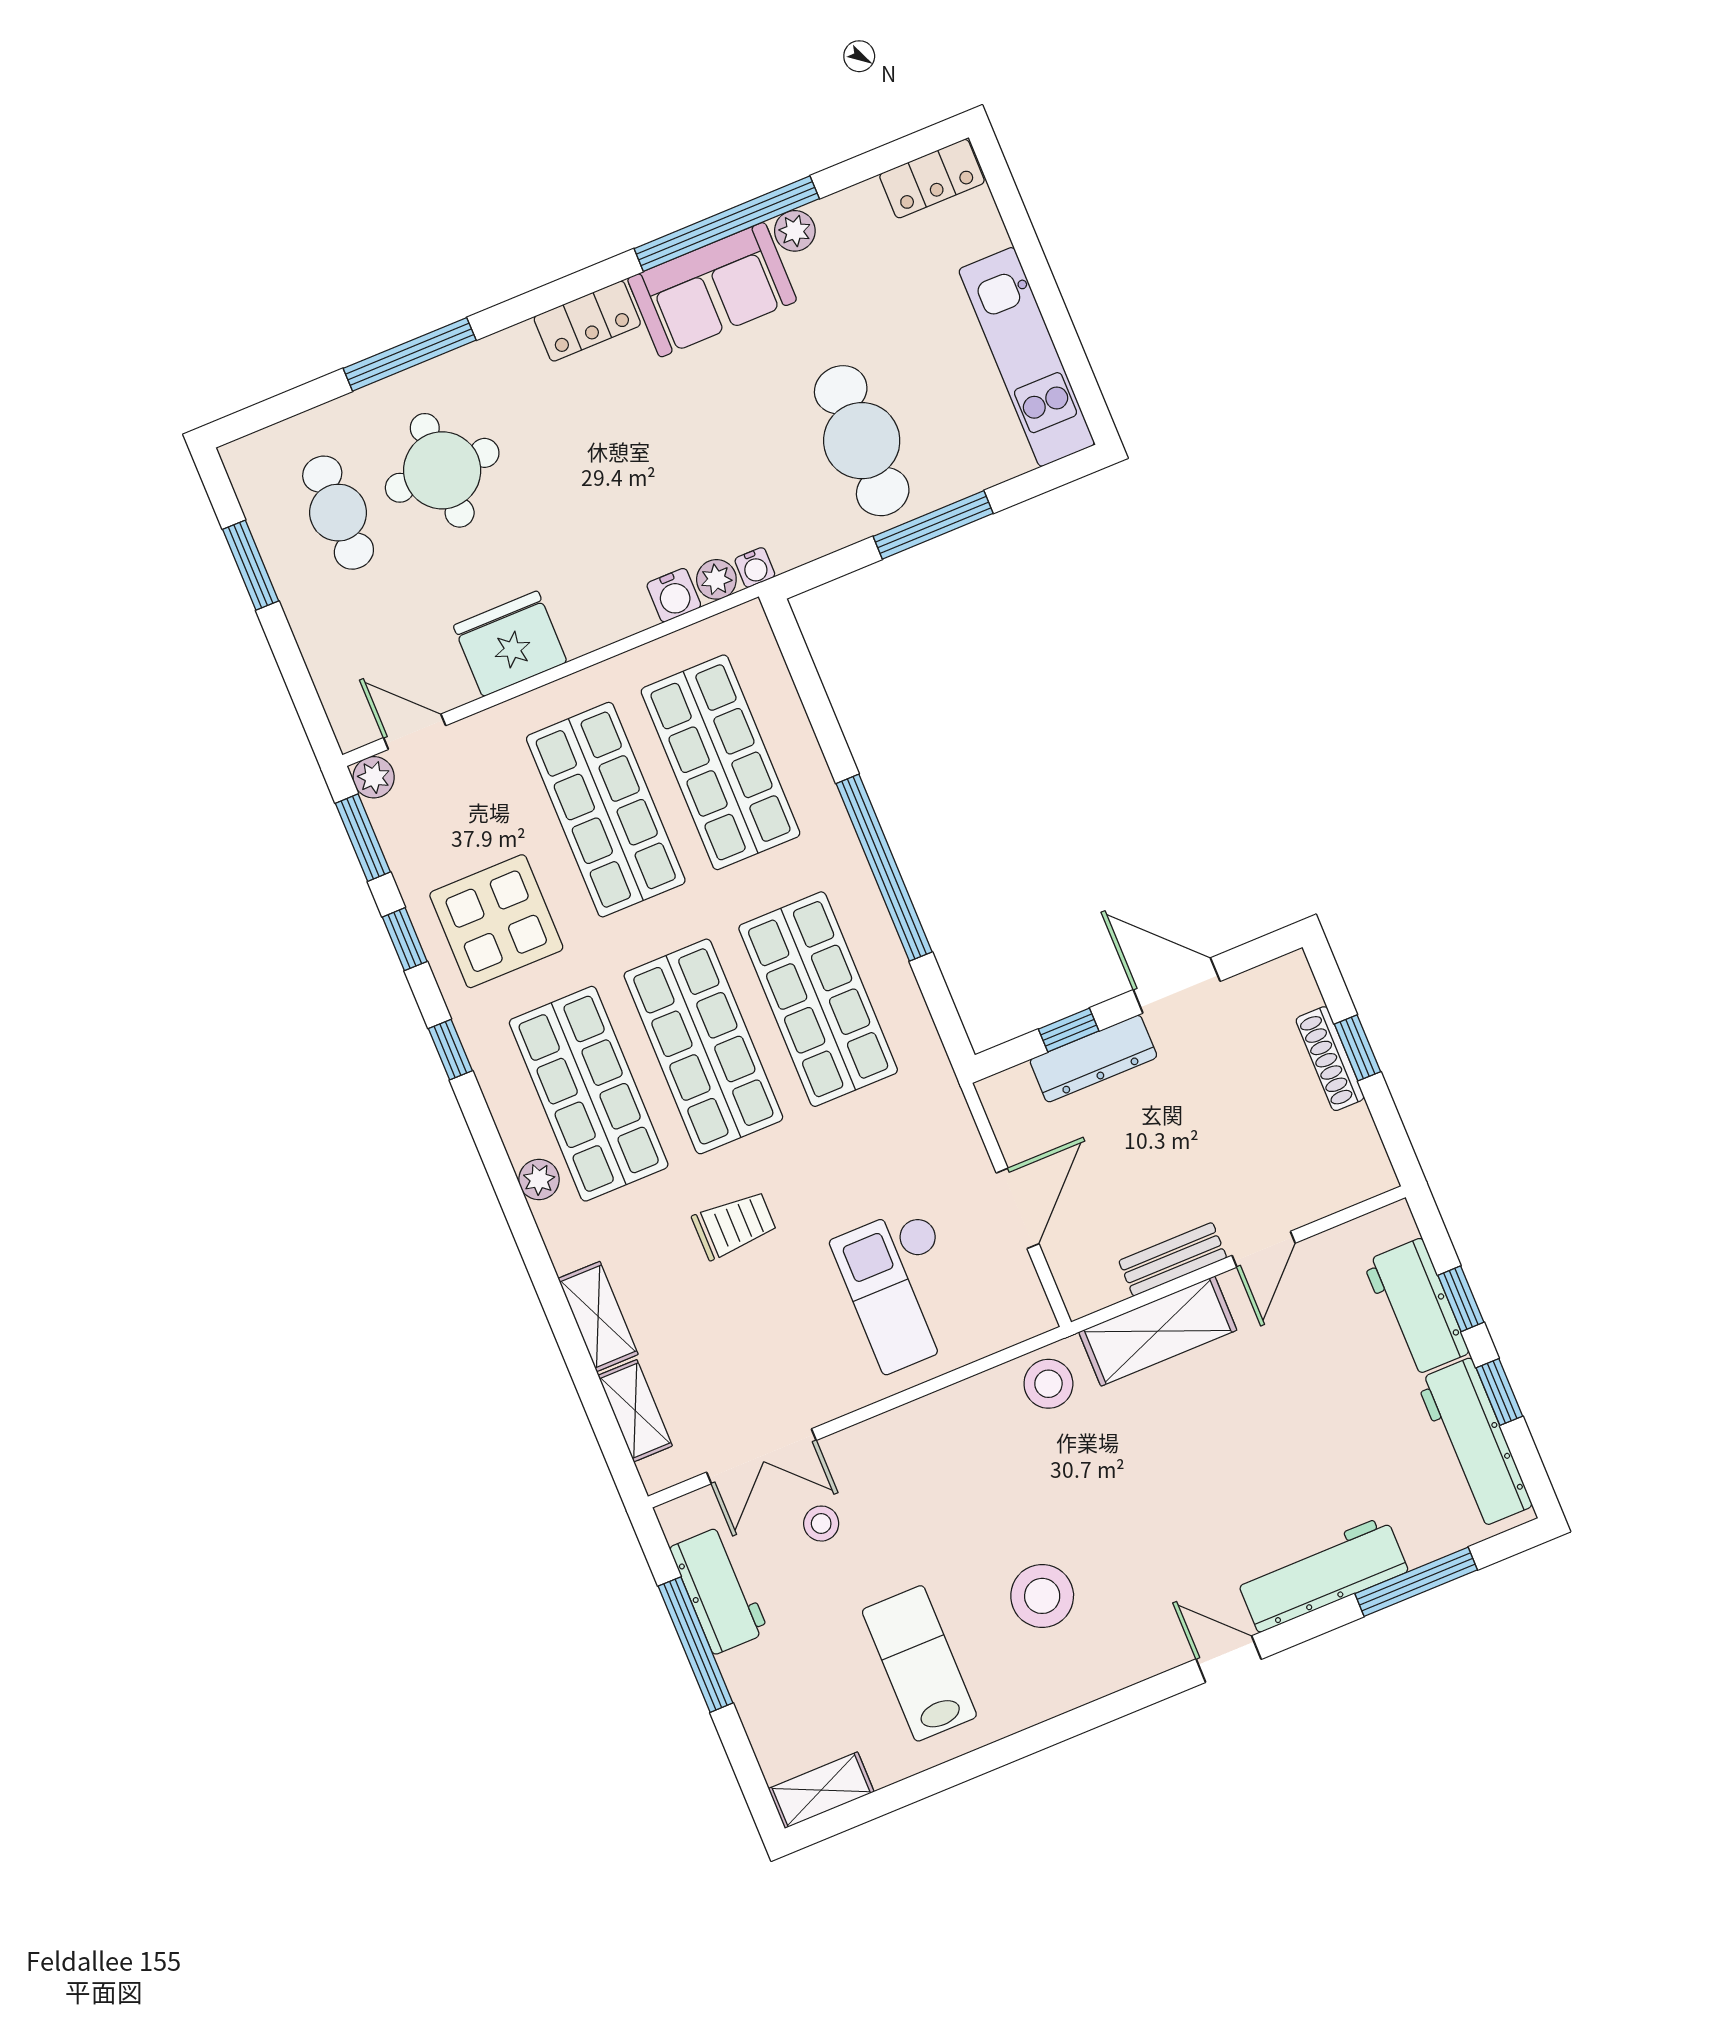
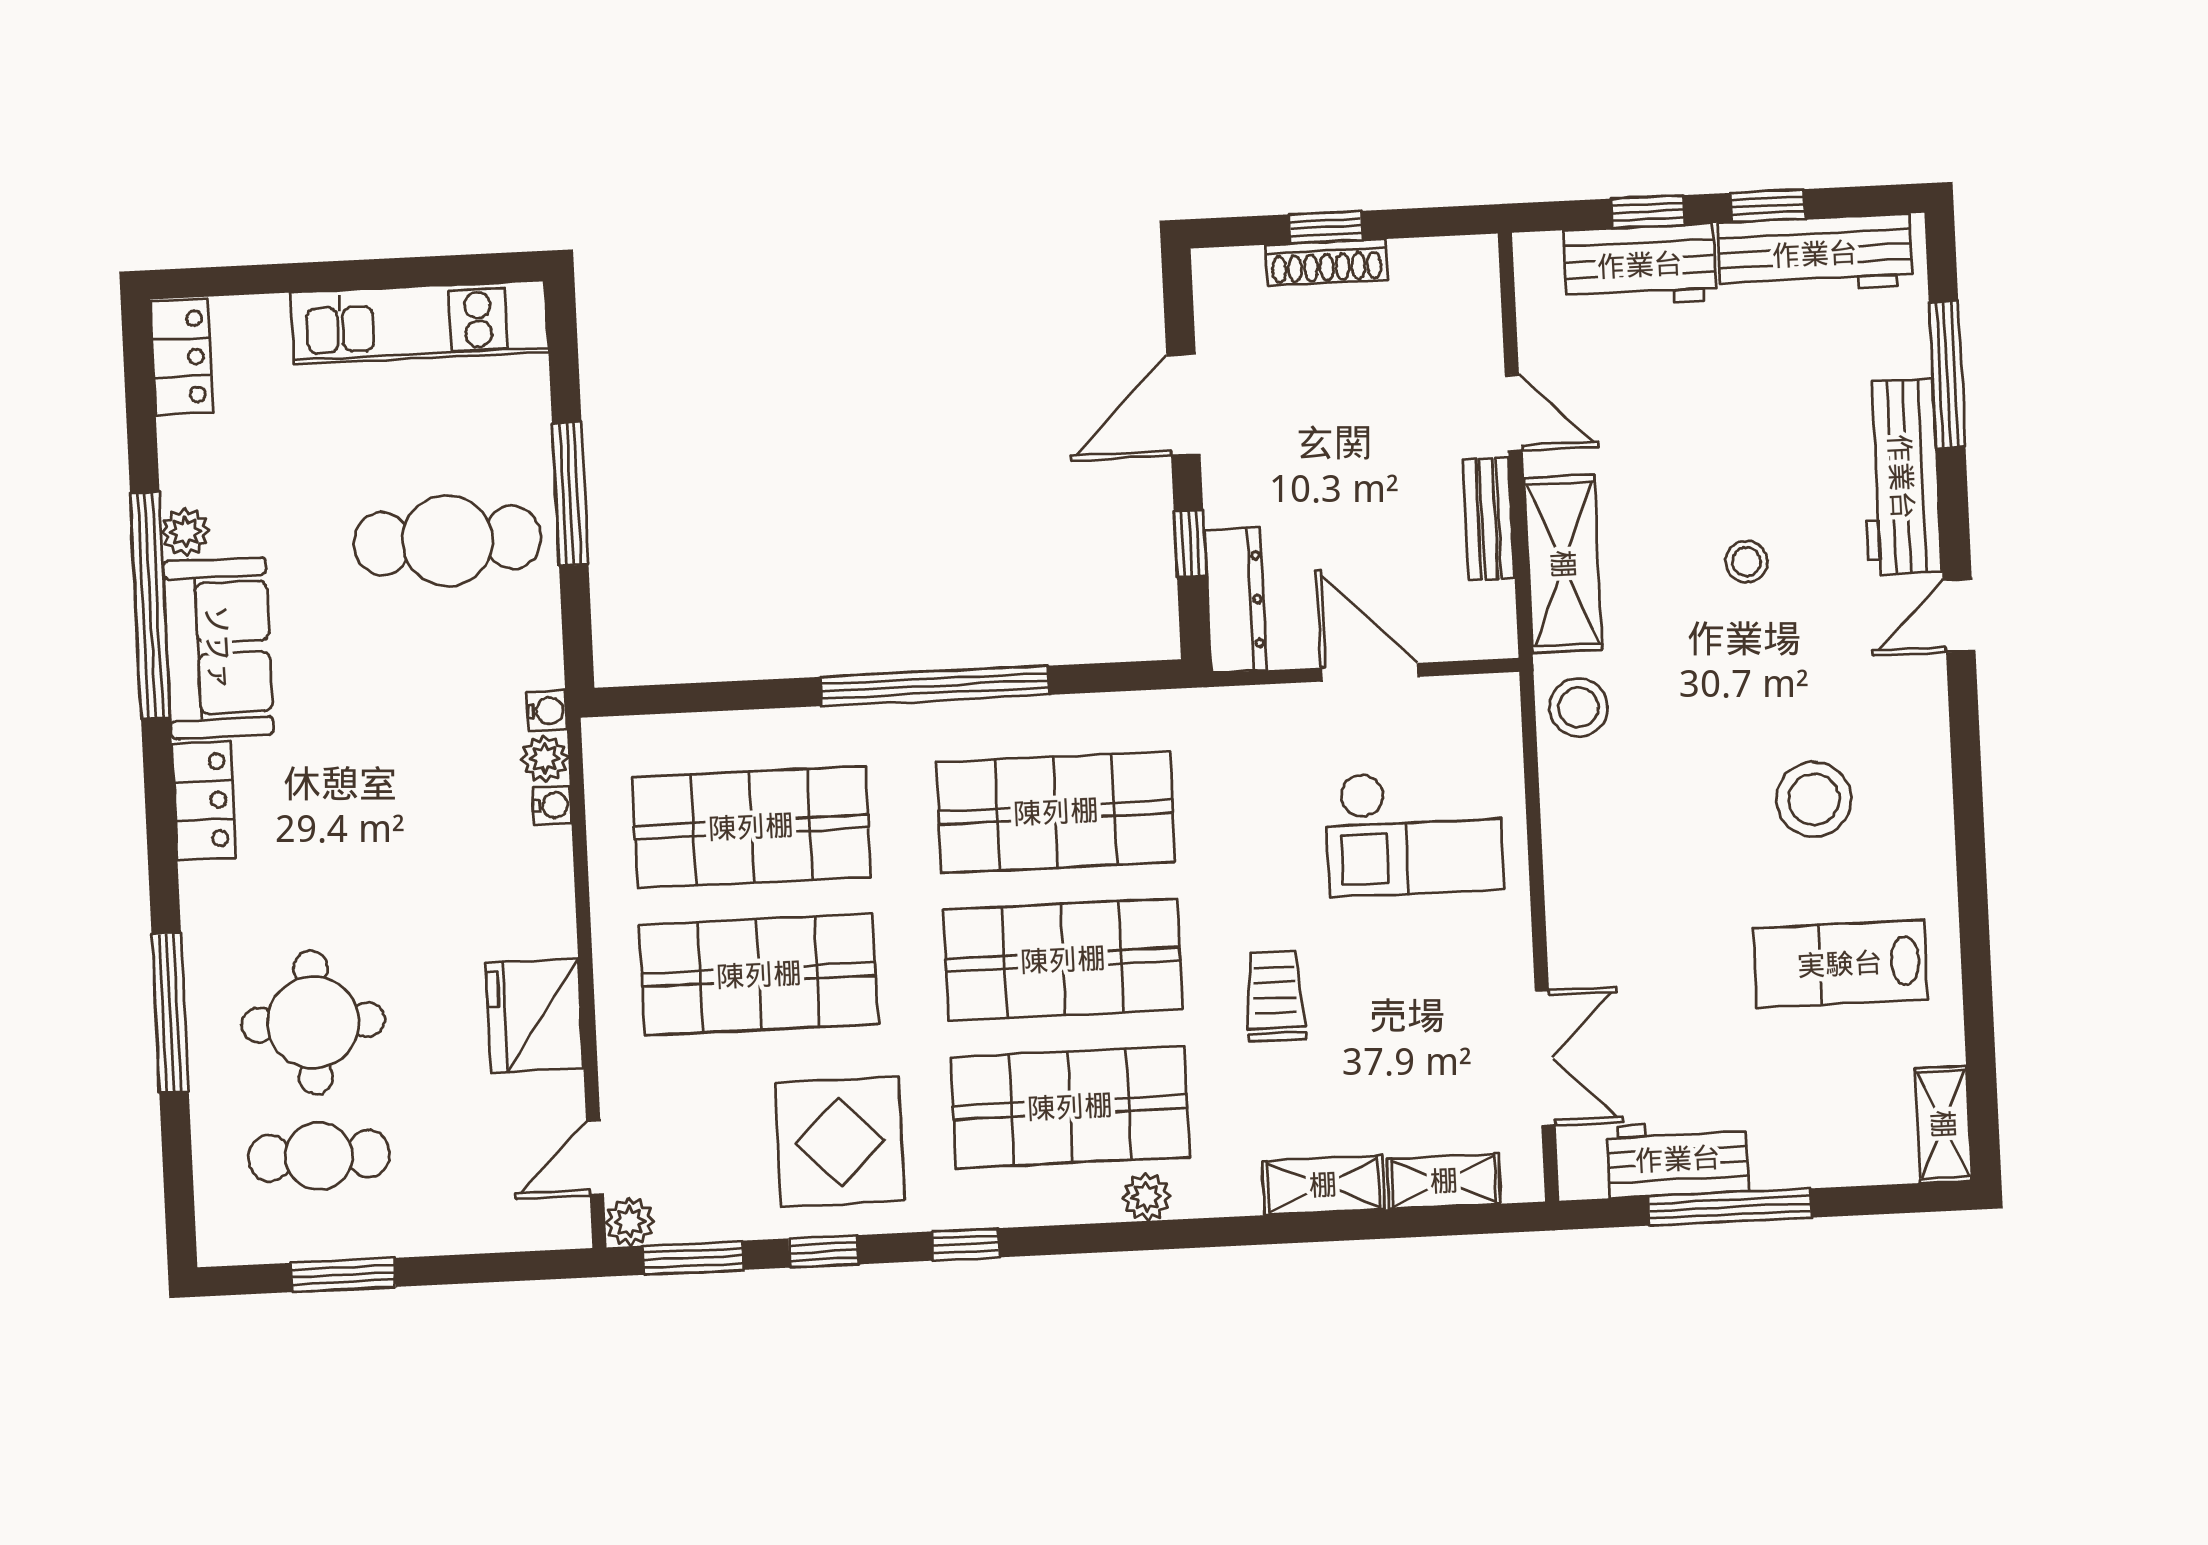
water cooler: (674, 595) -> (552, 805), width x0.72, depth x0.72
dresser: (1093, 1059) -> (1236, 600), moved
stool: (821, 1524) -> (1747, 562), moved

